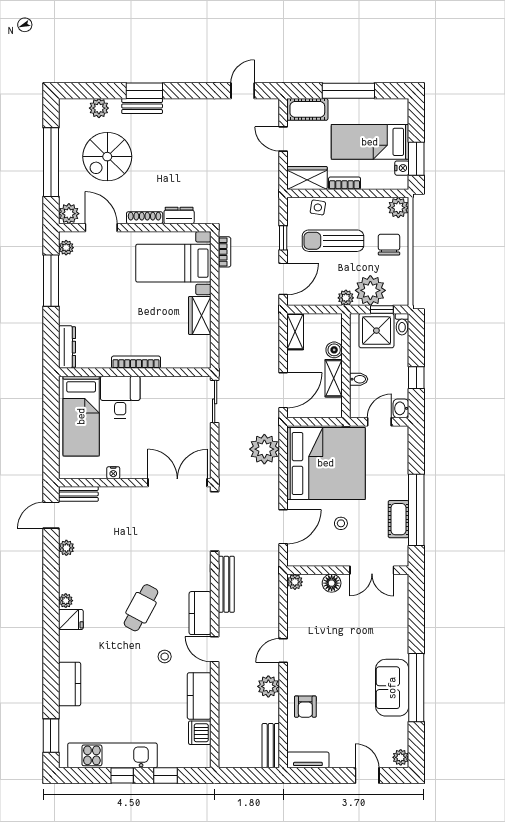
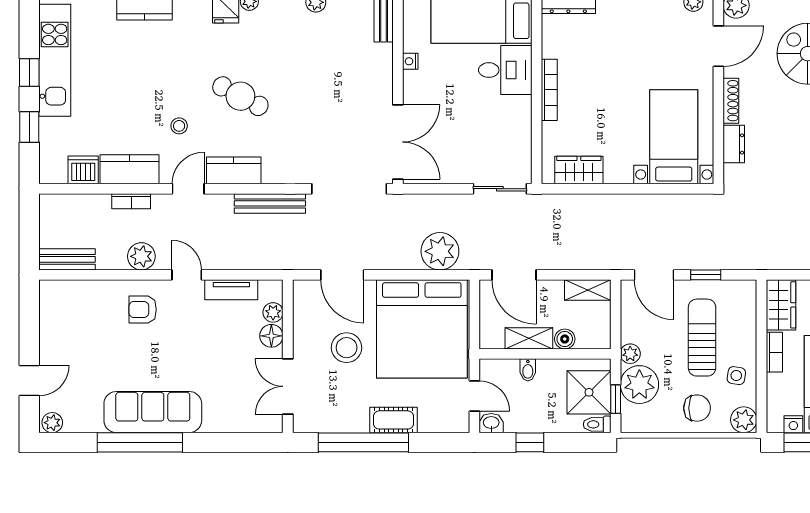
side table: (318, 207) -> (736, 376), moved
bookcase: (225, 252) -> (131, 201), moved
wardrobe: (200, 315) -> (579, 170), moved
cot: (398, 519) -> (393, 420), moved
stool: (341, 523) -> (347, 348), width x1.89, depth x1.89
plant: (295, 582) -> (273, 312), moved
sofa: (392, 688) -> (153, 412), width x1.36
armchair: (305, 707) -> (143, 310), moved
tv unit: (308, 760) -> (231, 290), moved, turned 90

